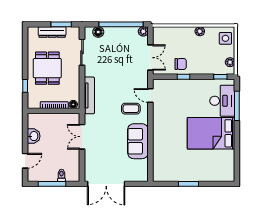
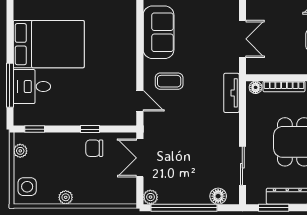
tv unit: (89, 95) -> (231, 93), width x0.71
desk: (222, 101) -> (32, 87), width x0.73

